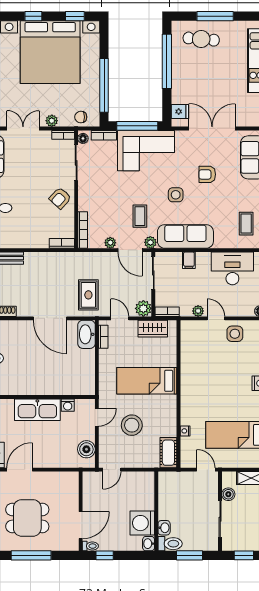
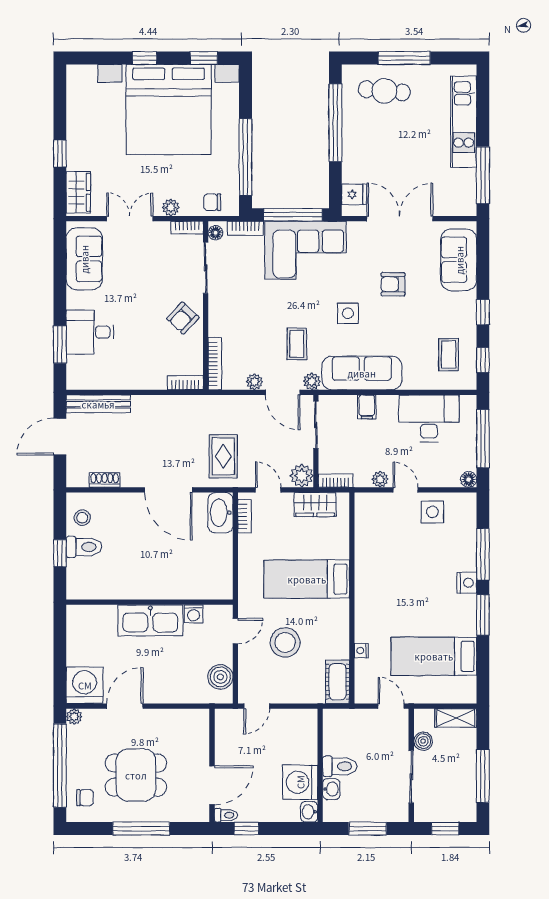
toilet: (170, 544) -> (340, 766), moved

